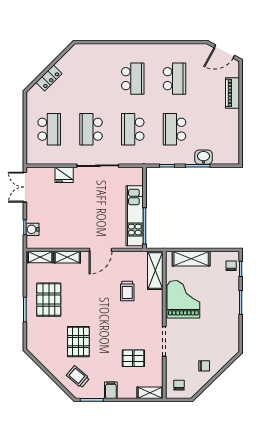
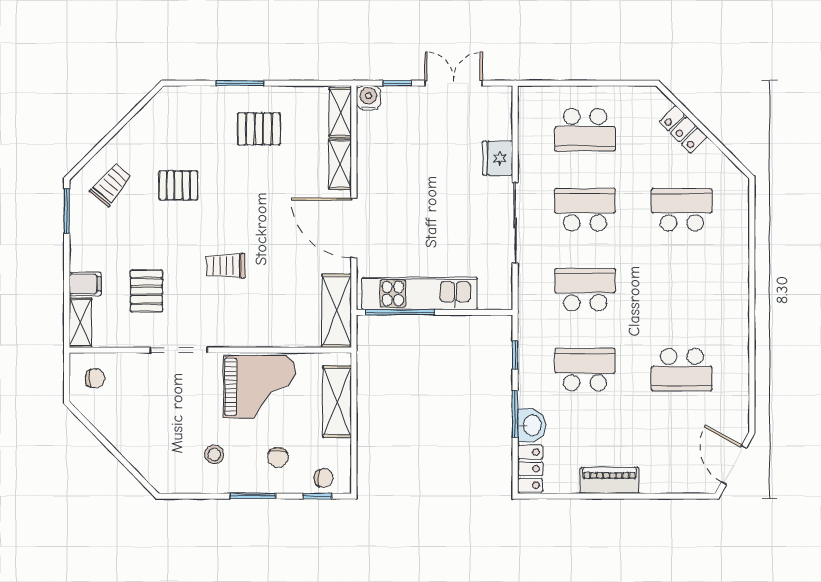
school desk: (133, 79) -> (682, 210), moved, turned 180
piano: (232, 93) -> (610, 480), moved
locker: (226, 158) -> (530, 469), added
double door: (25, 187) -> (454, 83), moved
water cooler: (33, 229) -> (368, 98), moved
door: (101, 250) -> (354, 228), width x1.36
shelving: (155, 270) -> (337, 311), moved, turned 90
trolley: (127, 291) -> (226, 266), moved
pallet: (49, 300) -> (259, 129), width x0.67, depth x0.71
stool: (219, 323) -> (214, 454), added
pallet: (78, 342) -> (178, 185), width x0.67, depth x0.71
chair: (204, 366) -> (278, 457), moved
filing cabinet: (111, 390) -> (85, 284), moved

